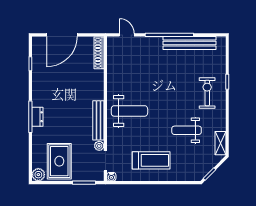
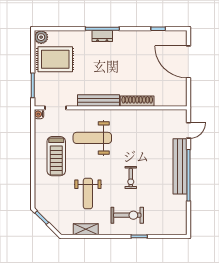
bench: (189, 43) -> (180, 166), moved
shoe rack: (99, 53) -> (137, 101), moved
exercise bike: (171, 90) -> (131, 178), added
weight bench: (129, 111) -> (92, 138), moved, turned 90
weight bench: (187, 130) -> (88, 193), turned 180
shelving: (221, 143) -> (86, 229), moved
plant: (99, 146) -> (72, 101), removed

